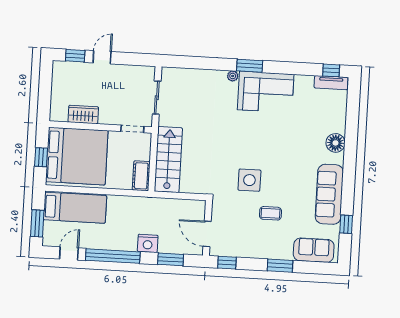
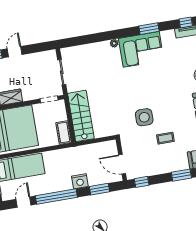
window: (250, 66) -> (149, 29), moved

